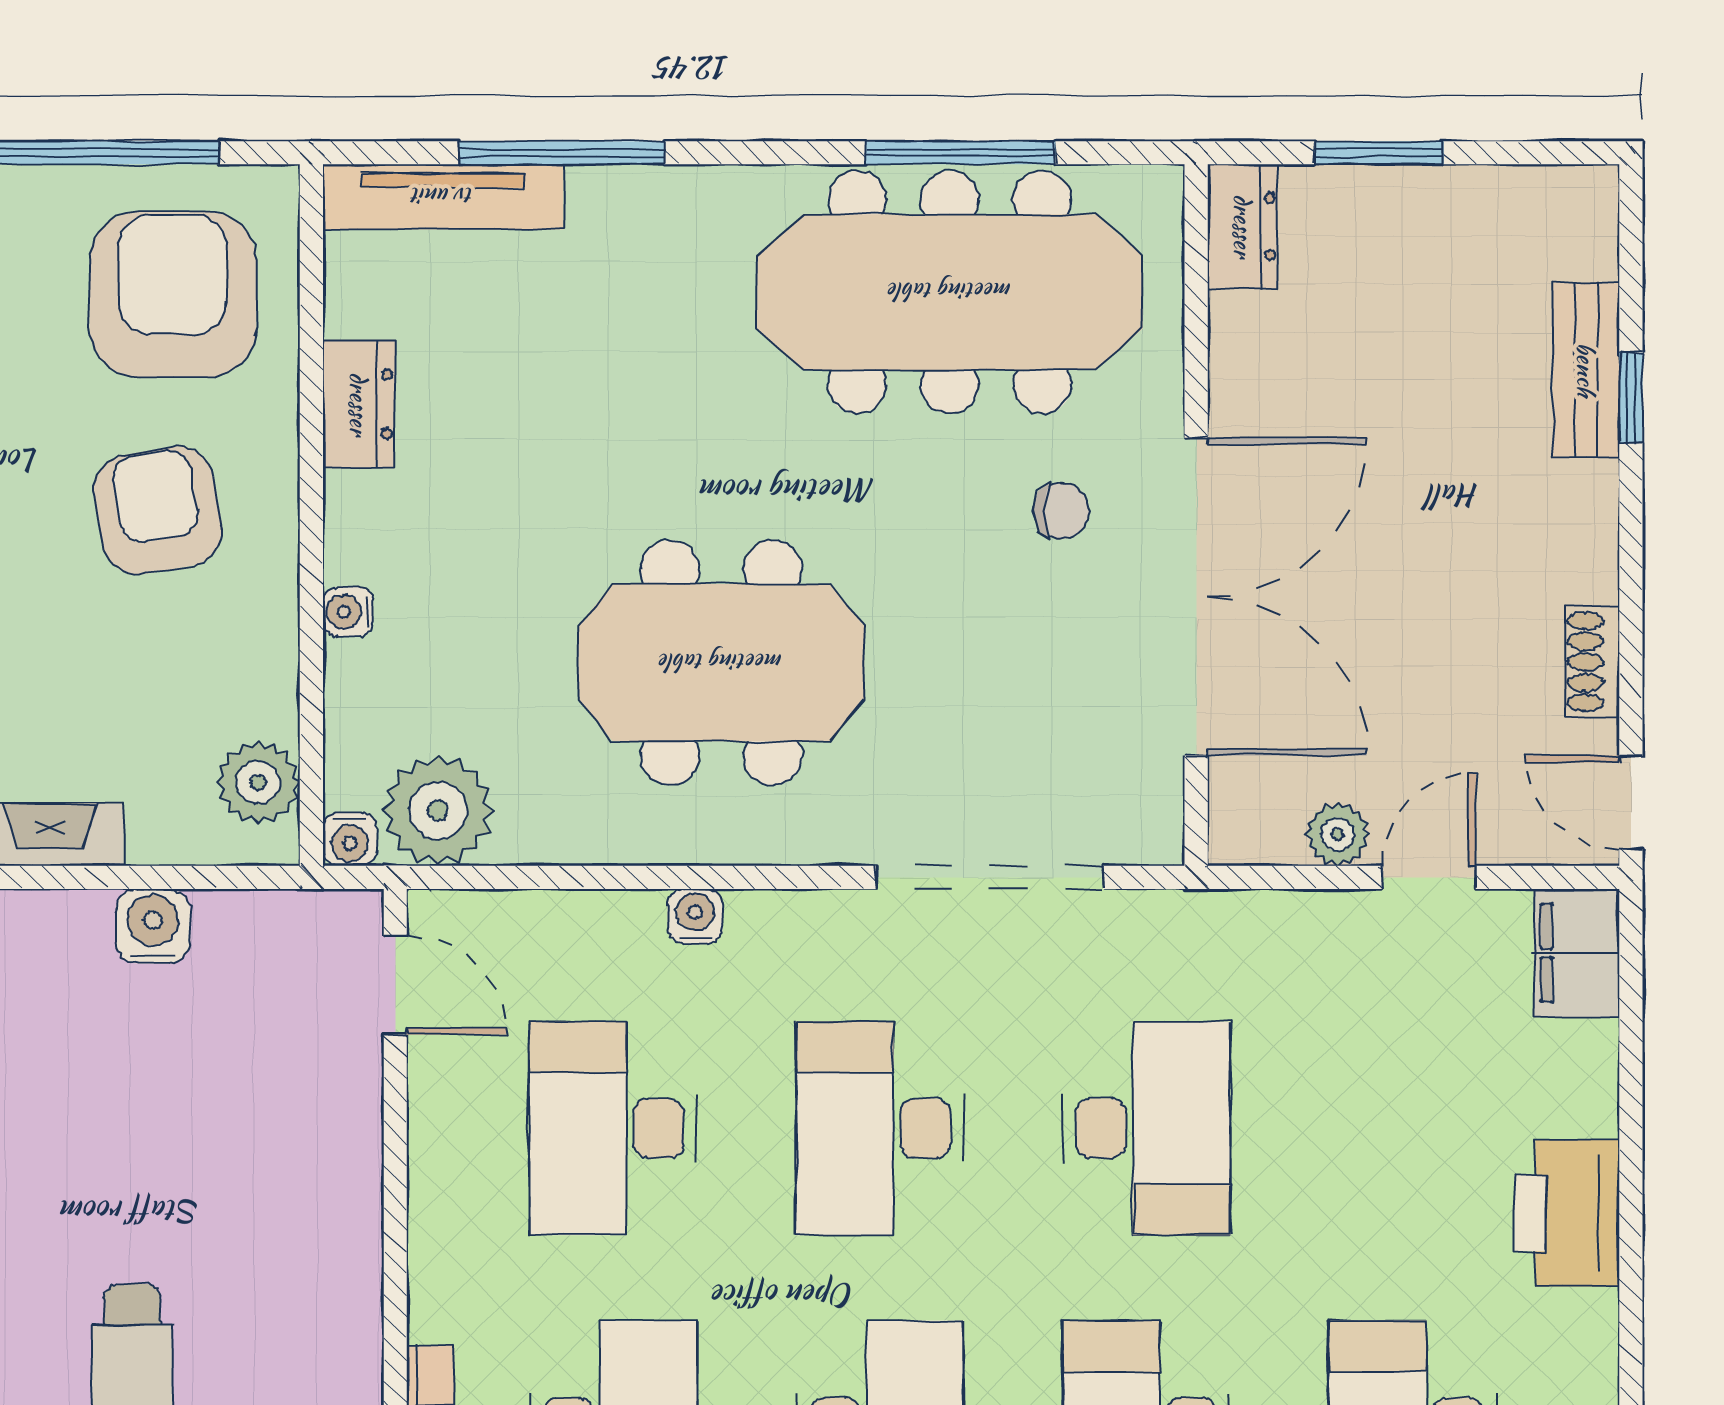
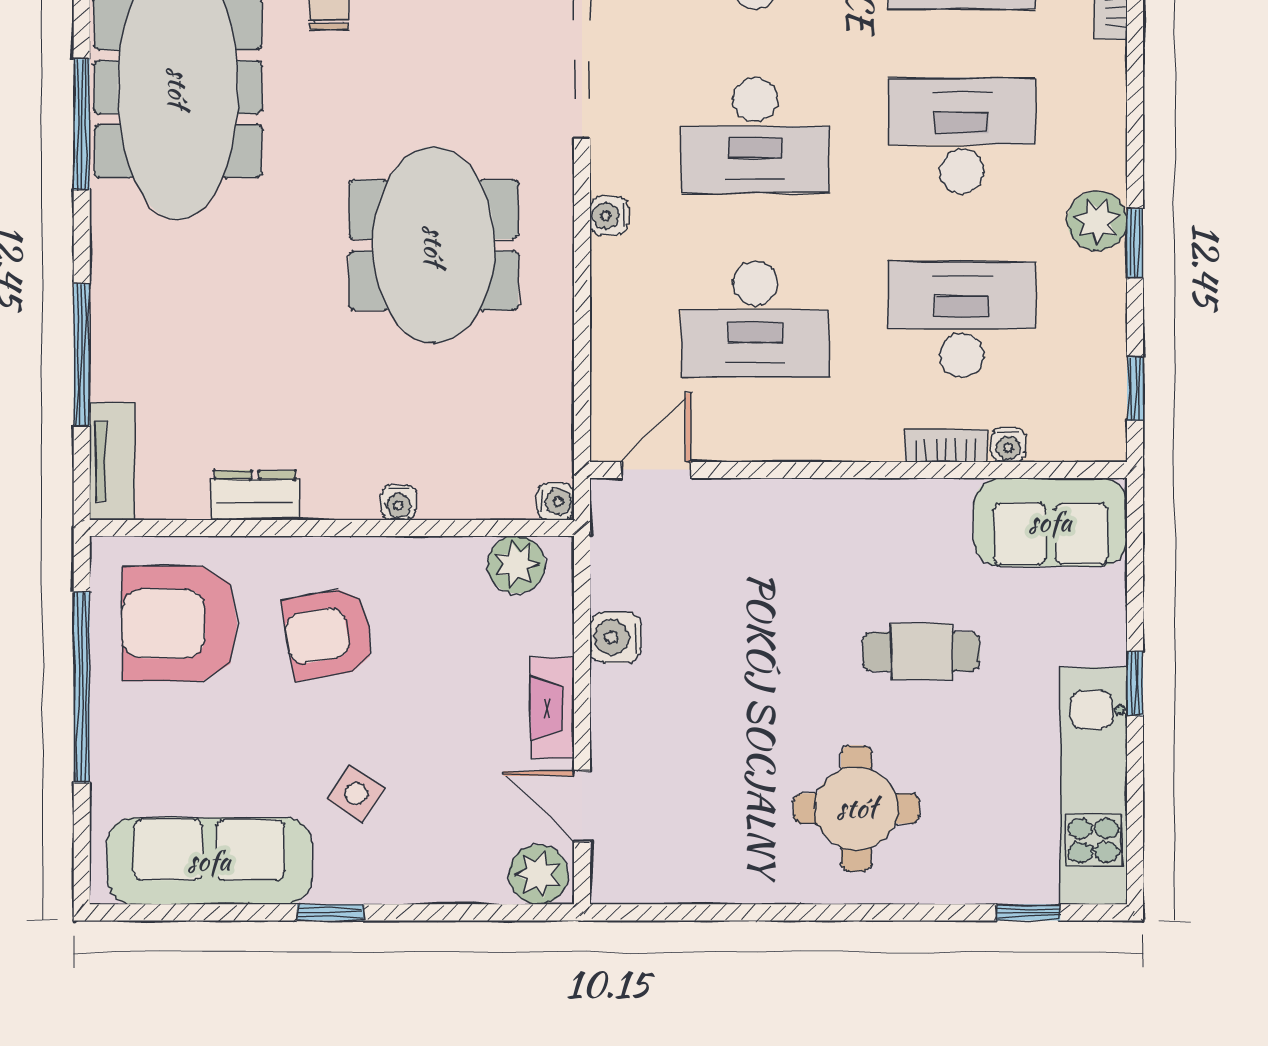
window: (960, 153) -> (82, 124), moved
tv unit: (443, 197) -> (112, 461), width x0.71
plant: (438, 811) -> (536, 440), removed
water cooler: (695, 916) -> (609, 216), moved

